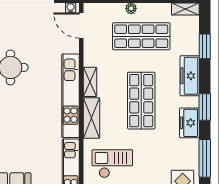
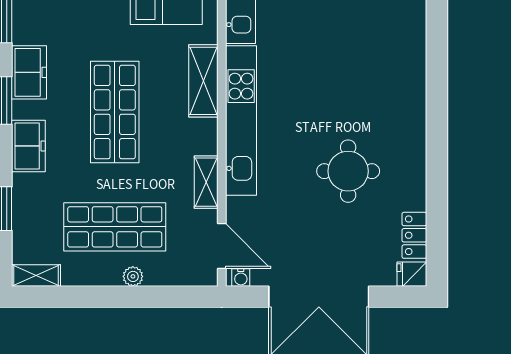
freezer: (190, 76) -> (28, 146), width x0.71
shelving: (90, 82) -> (206, 182), moved

